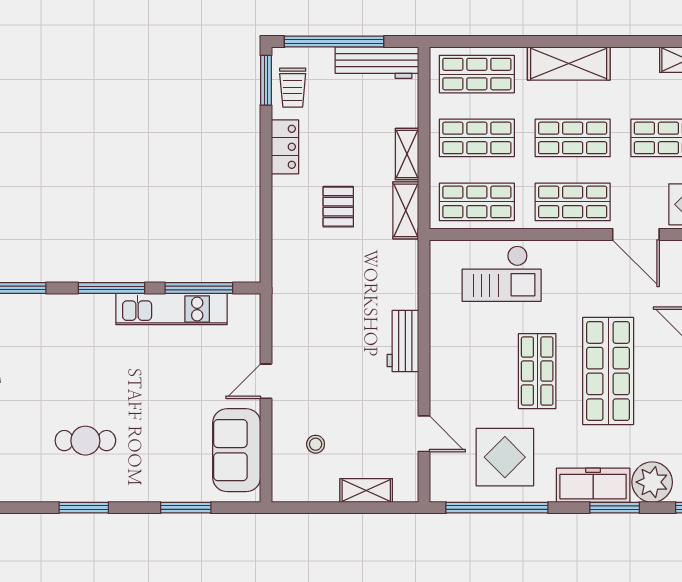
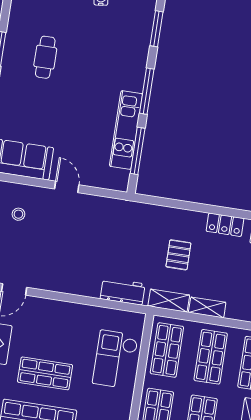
pallet: (338, 207) -> (178, 255), turned 90
workbench: (403, 341) -> (123, 291), moved

